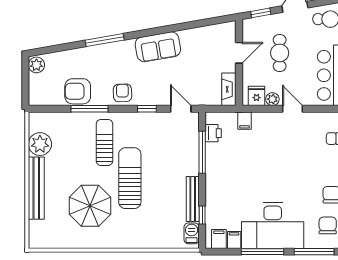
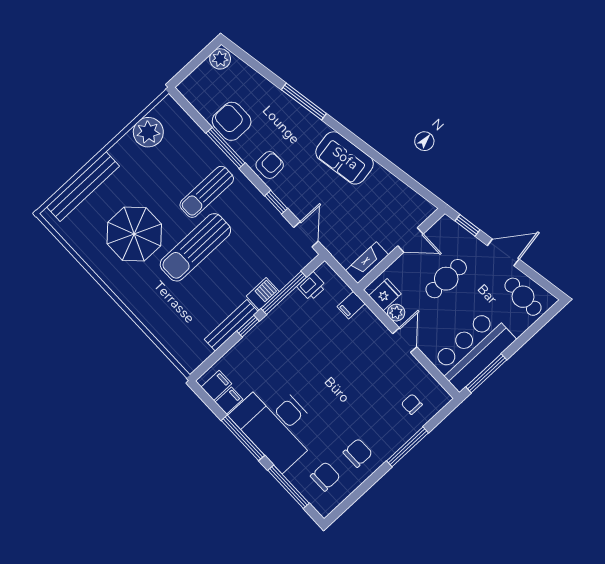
sun lounger: (104, 142) -> (207, 192), turned 180
sun lounger: (130, 178) -> (195, 247), turned 180
bench: (36, 188) -> (83, 186), moved
window: (202, 215) -> (248, 326), moved
barbecue: (192, 233) -> (263, 294), moved

